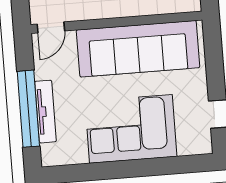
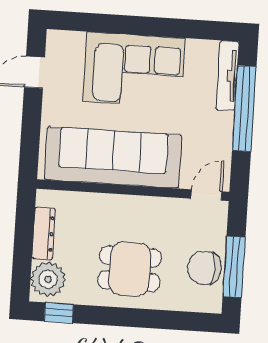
tv unit: (45, 112) -> (228, 76), moved

